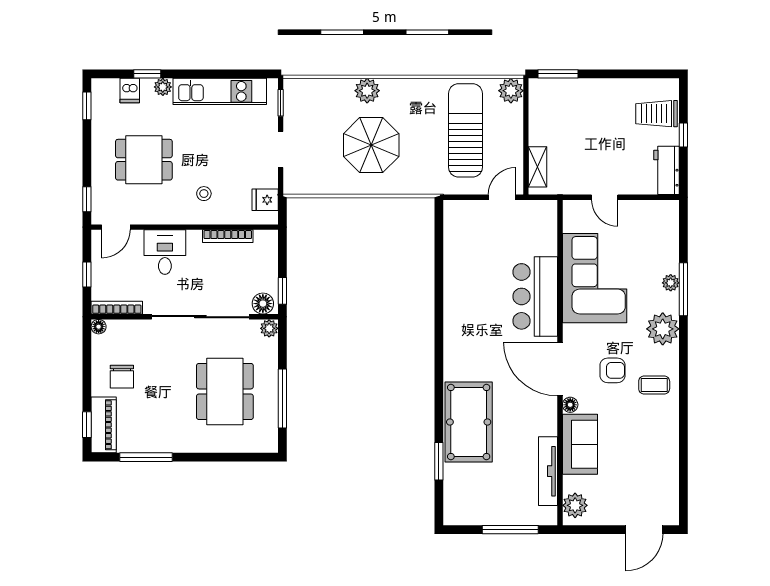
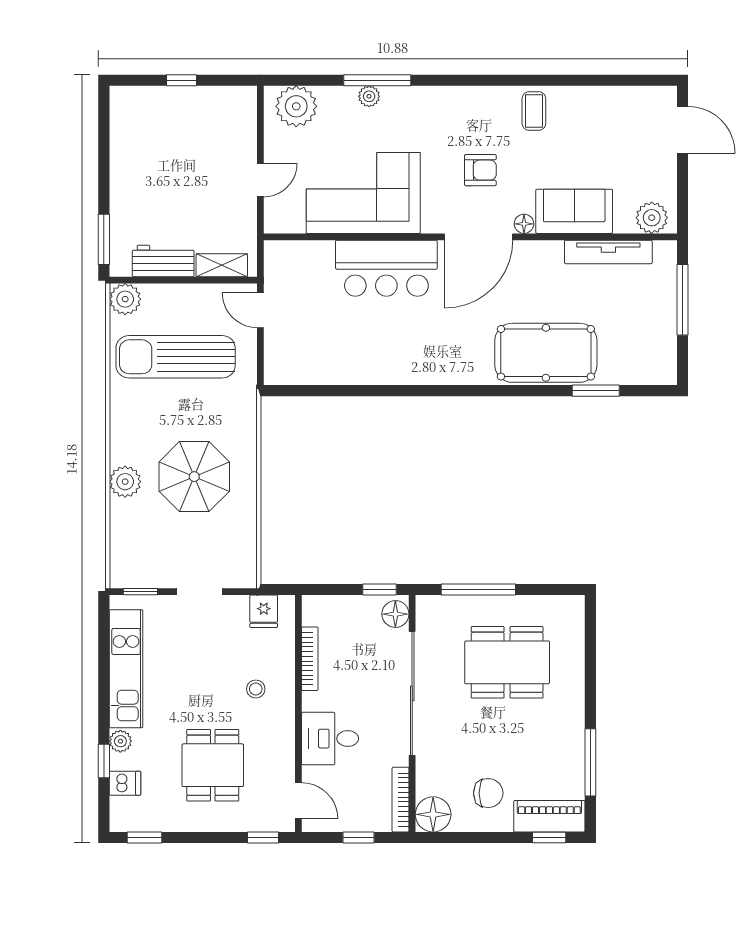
trolley: (657, 114) -> (154, 114), removed
workbench: (666, 170) -> (163, 261), moved, turned 180
floor lamp: (99, 327) -> (433, 814), width x1.89, depth x1.89
plant: (269, 328) -> (427, 606), removed
plant: (663, 329) -> (296, 106), moved
armchair: (612, 370) -> (480, 170), turned 90
coffee table: (654, 385) -> (534, 111), moved
window: (282, 399) -> (478, 589), moved

